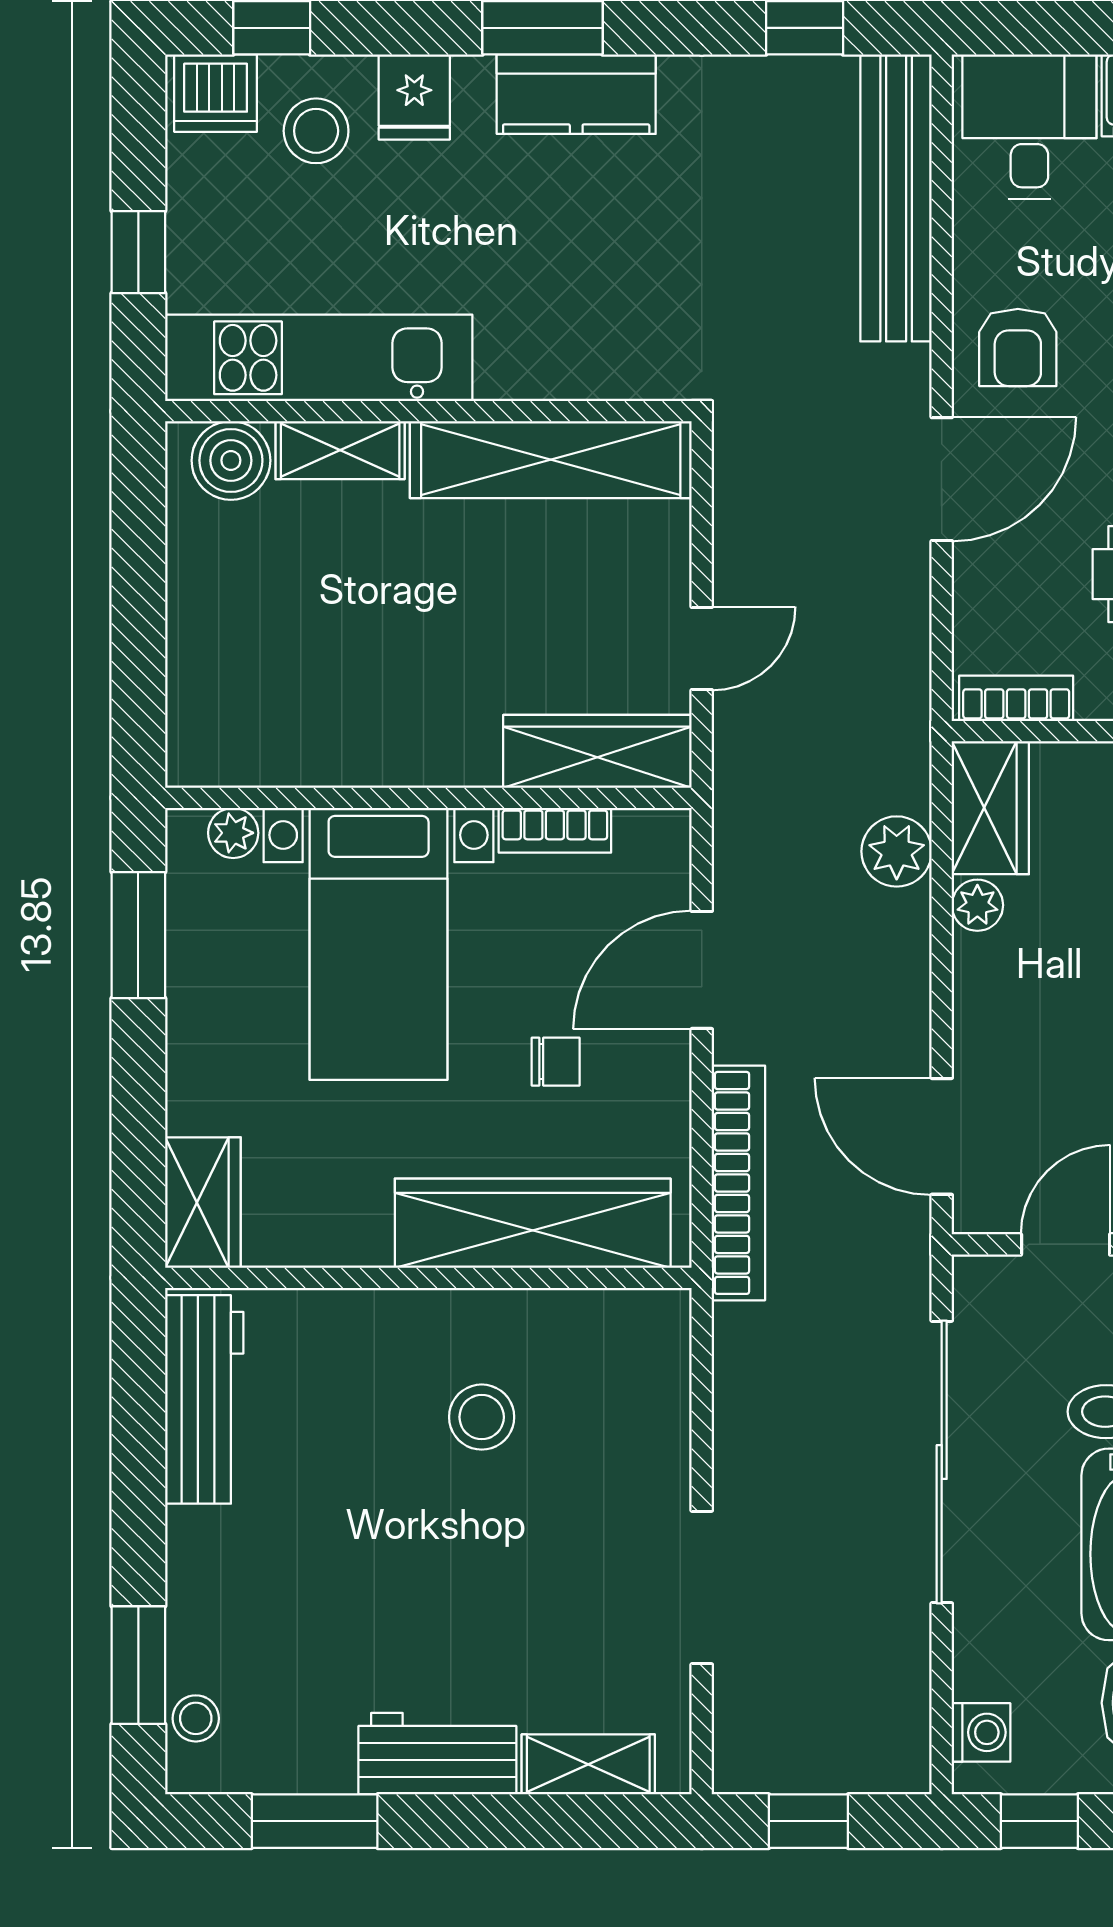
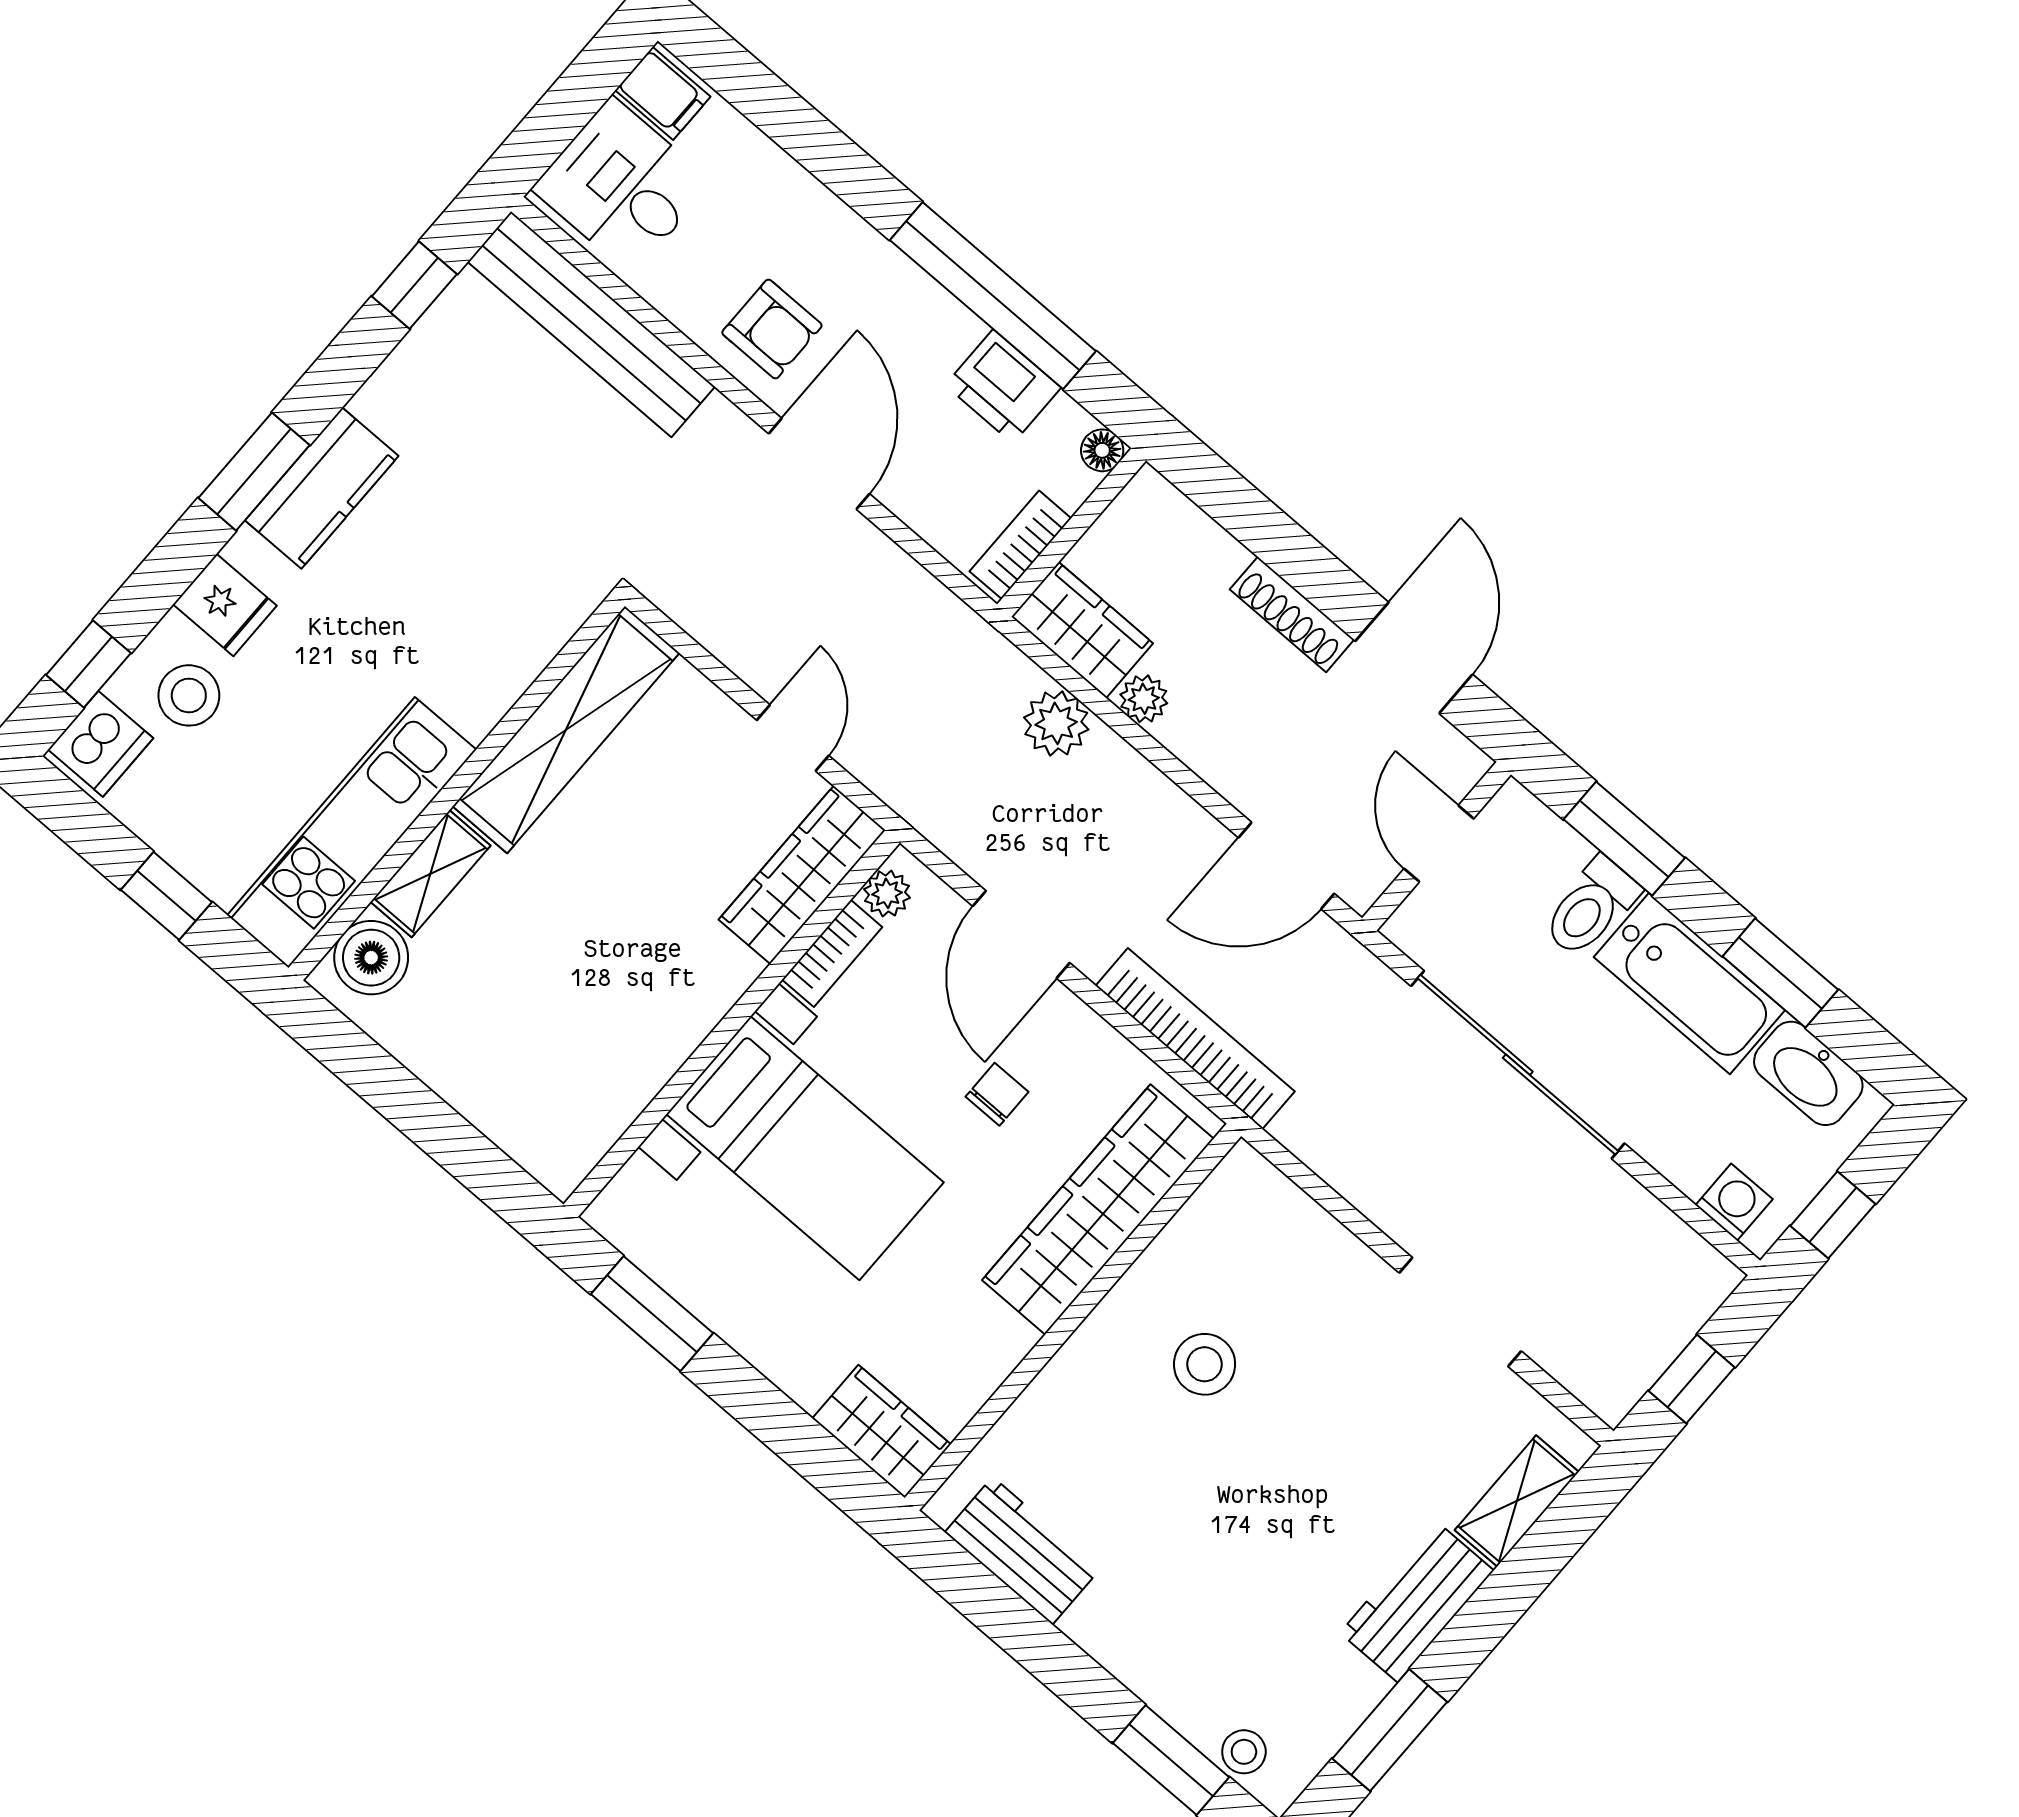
plant: (233, 833) -> (887, 893), moved
workbench: (204, 1399) -> (1022, 1551), width x0.73

